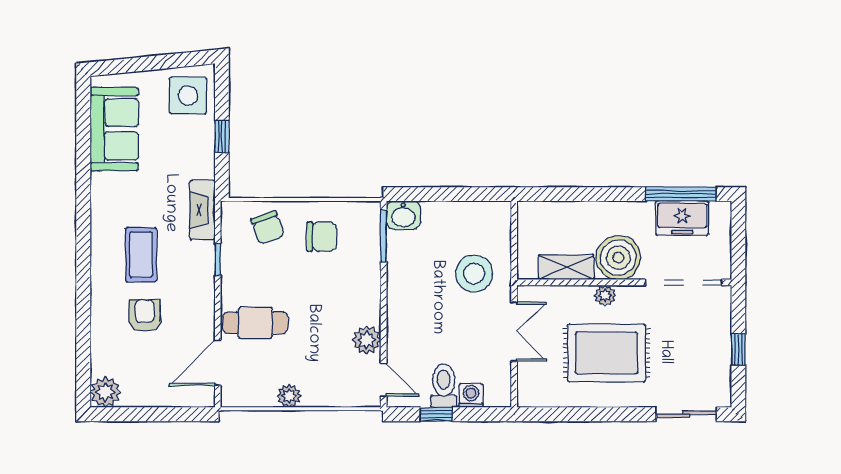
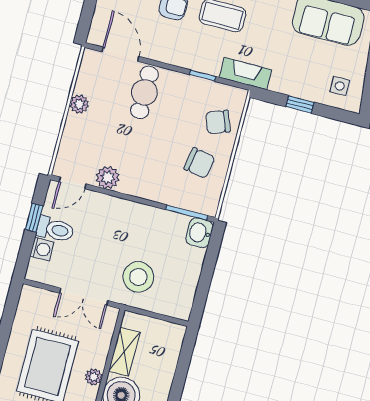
side table: (188, 95) -> (340, 86), width x0.54, depth x0.54
chair: (321, 237) -> (199, 163), turned -80

